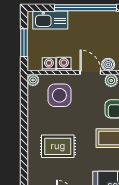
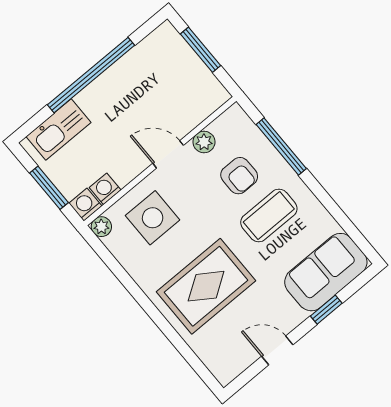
washing machine: (64, 64) -> (85, 205), moved
boiler: (108, 65) -> (183, 125), removed
rug: (58, 146) -> (206, 286), width x1.36, depth x1.43

